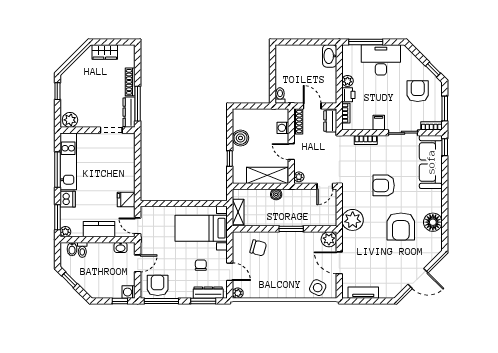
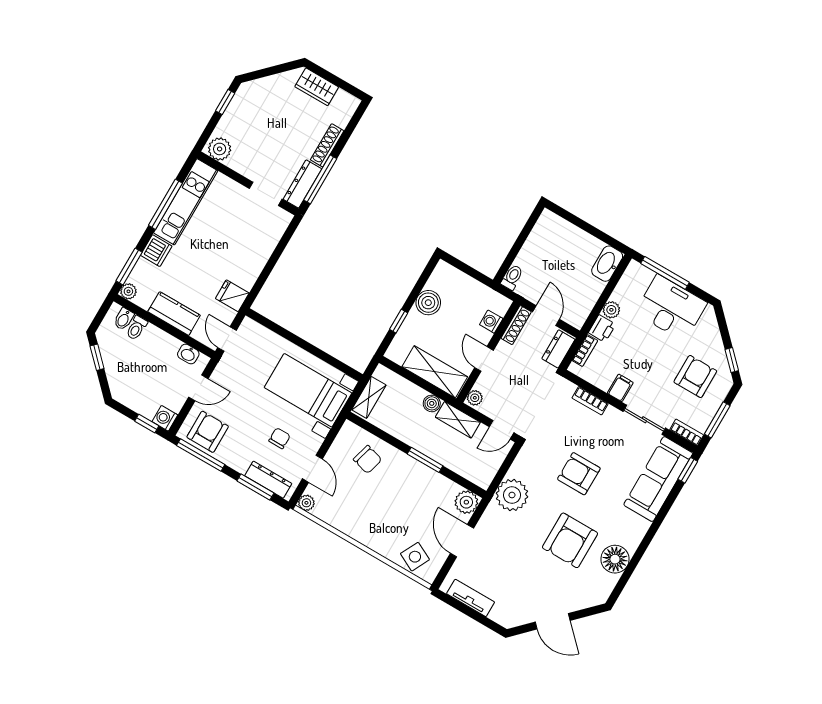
shelving: (297, 195) -> (458, 420), added

